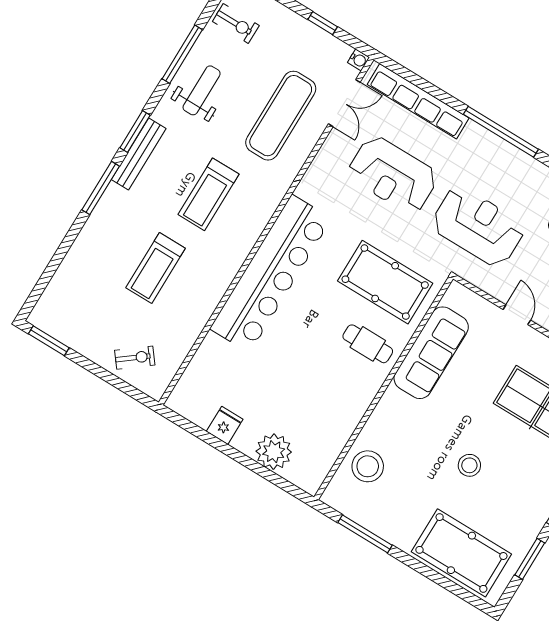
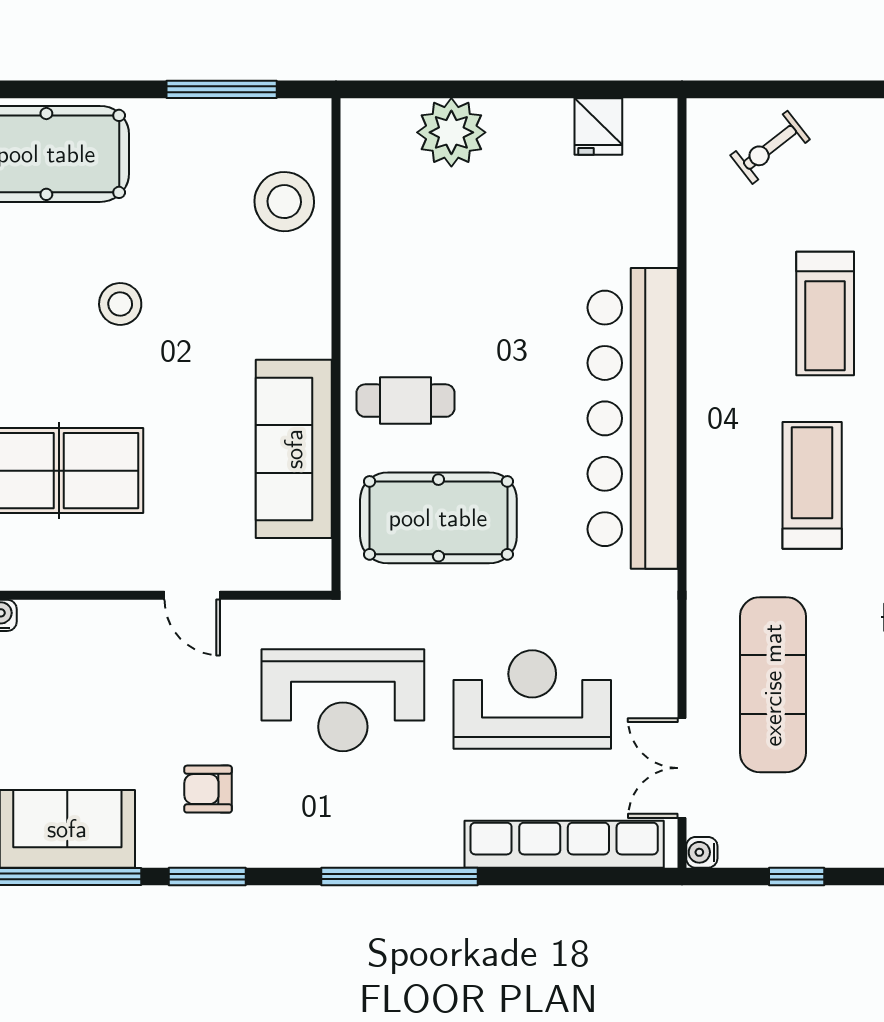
treadmill: (156, 268) -> (825, 313), turned 180
fridge: (225, 425) -> (598, 126), moved

